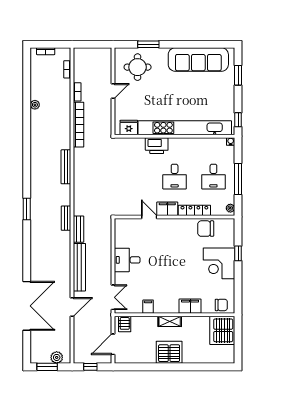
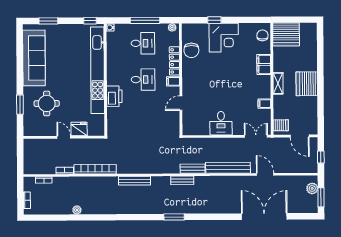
round table: (138, 67) -> (47, 103), moved
fridge: (129, 127) -> (79, 129), moved, turned 90
filing cabinet: (167, 209) -> (173, 81), width x0.50

